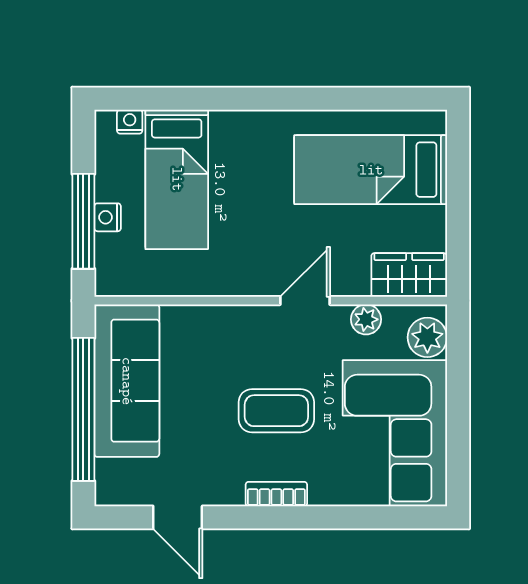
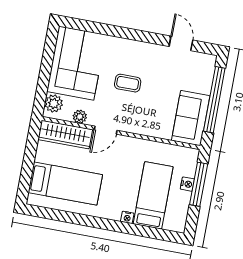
nightstand: (130, 122) -> (127, 217), moved
wardrobe: (409, 275) -> (65, 135), width x1.50
sofa: (127, 381) -> (191, 118), width x0.73
coffee table: (276, 411) -> (128, 83), width x0.73, depth x0.77
bookcase: (276, 494) -> (135, 46), removed

